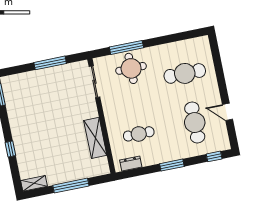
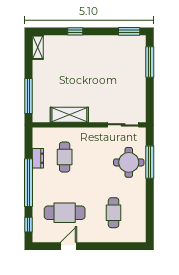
window: (50, 63) -> (150, 62), moved
cafe table: (185, 73) -> (114, 213), width x0.73, depth x0.74
dresser: (131, 164) -> (38, 158), moved
window: (172, 165) -> (28, 183), width x2.11
window: (71, 186) -> (28, 96), moved

